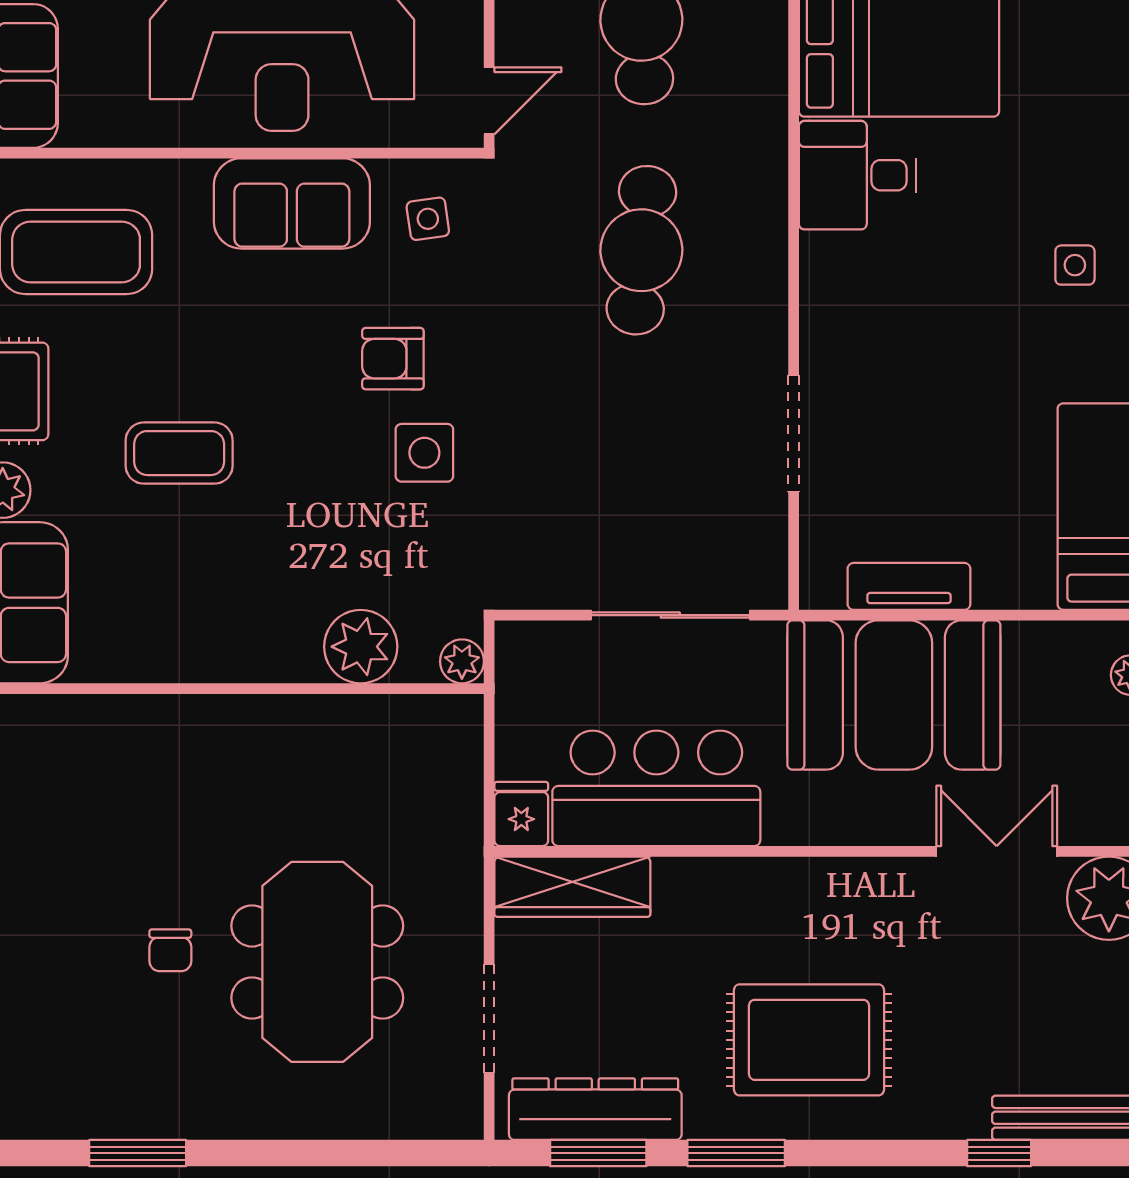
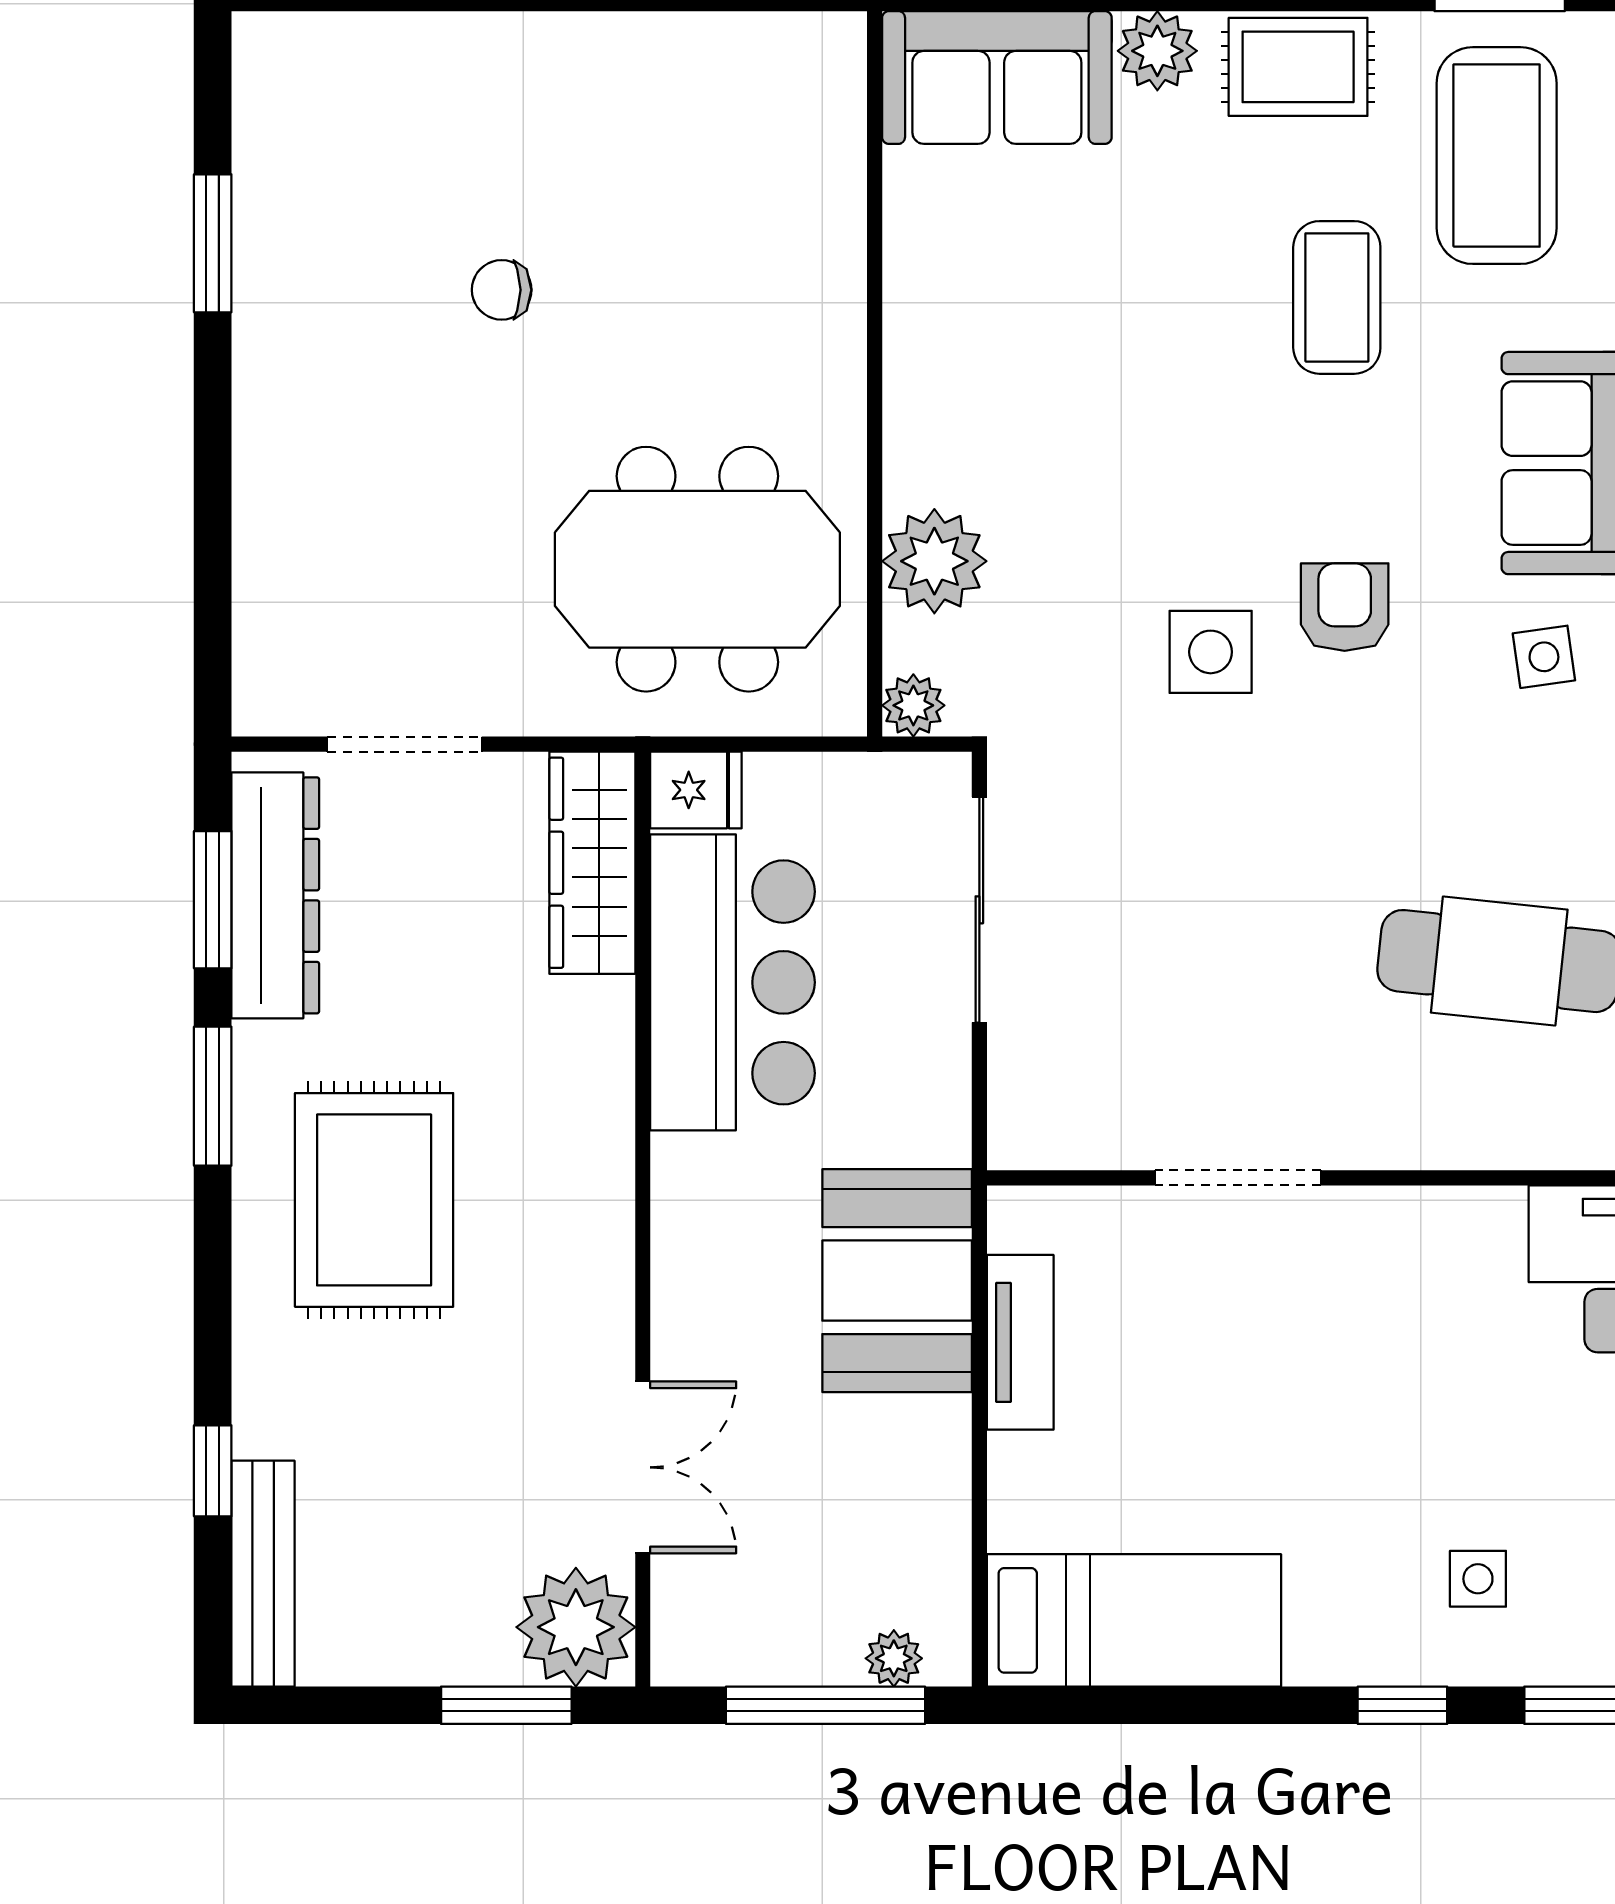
coffee table: (179, 453) -> (1337, 297), moved
sliding door: (670, 615) -> (979, 910), moved
booth: (894, 695) -> (897, 1281), width x0.73, depth x0.70
meeting table: (317, 962) -> (697, 569), moved

